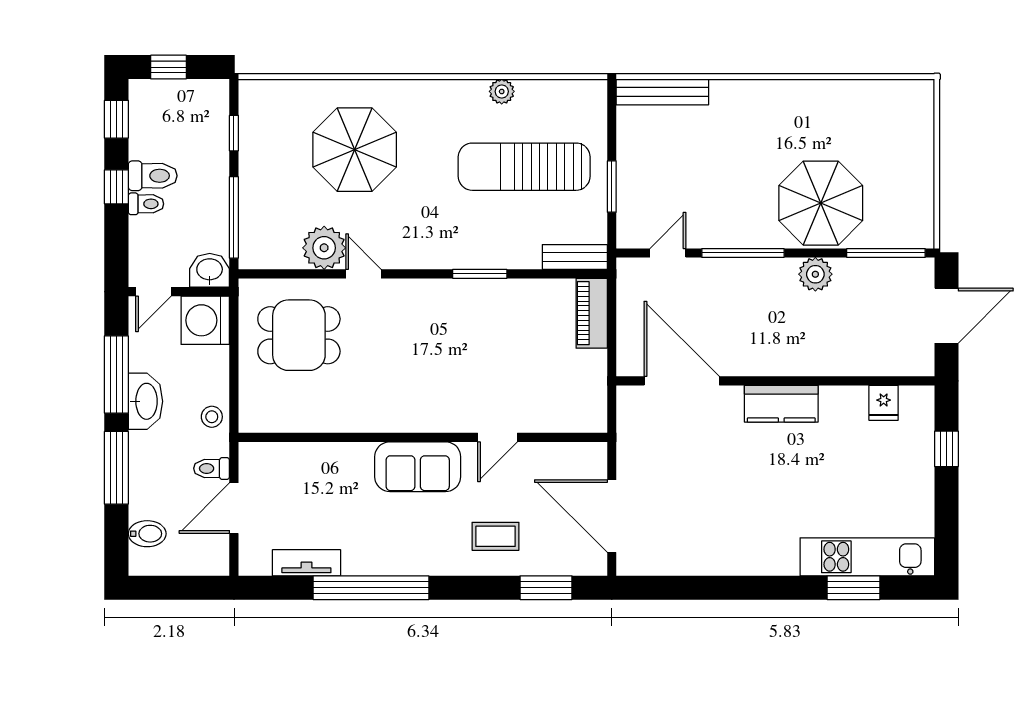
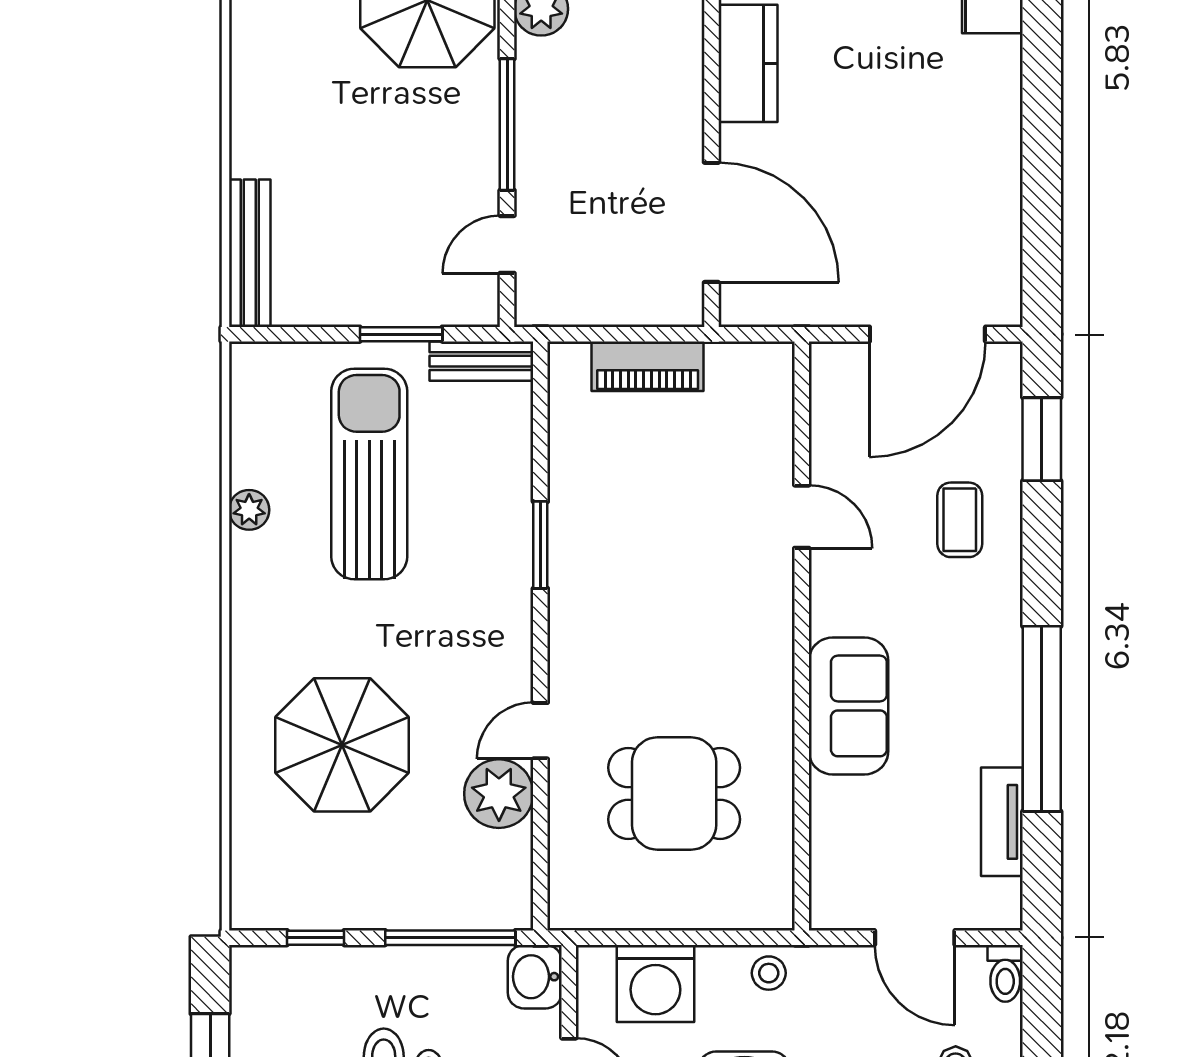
sun lounger: (524, 167) -> (369, 474), turned 180
door: (668, 253) -> (507, 244), hinge flipped
bench: (575, 257) -> (481, 361), moved, turned 90
piano: (592, 313) -> (648, 366), moved
washing machine: (205, 320) -> (655, 983), moved
dining table: (299, 335) -> (674, 793), moved, turned 90
door: (682, 381) -> (711, 222), swing flipped
sofa: (418, 467) -> (849, 706), moved
toilet: (212, 468) -> (1005, 973), moved

